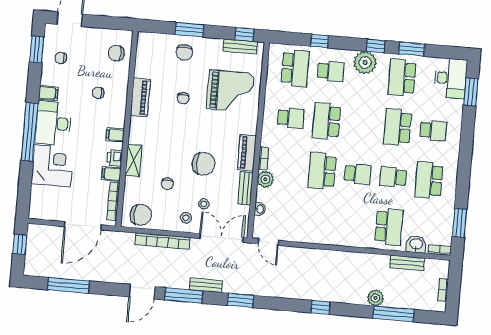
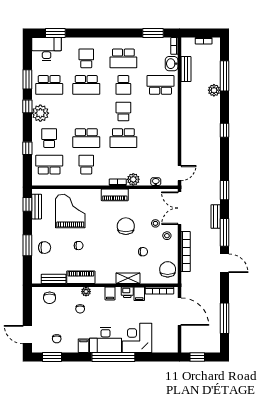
plant: (121, 103) -> (86, 292), added
bench: (245, 188) -> (54, 279), moved

